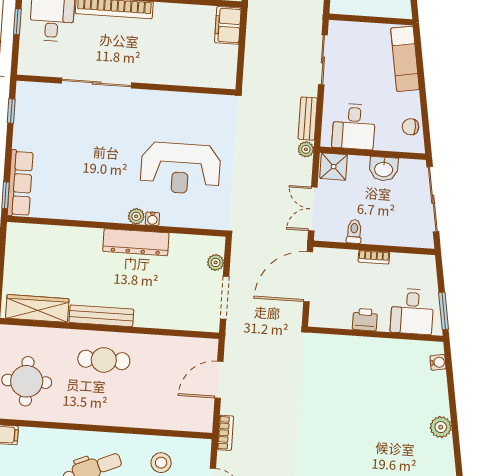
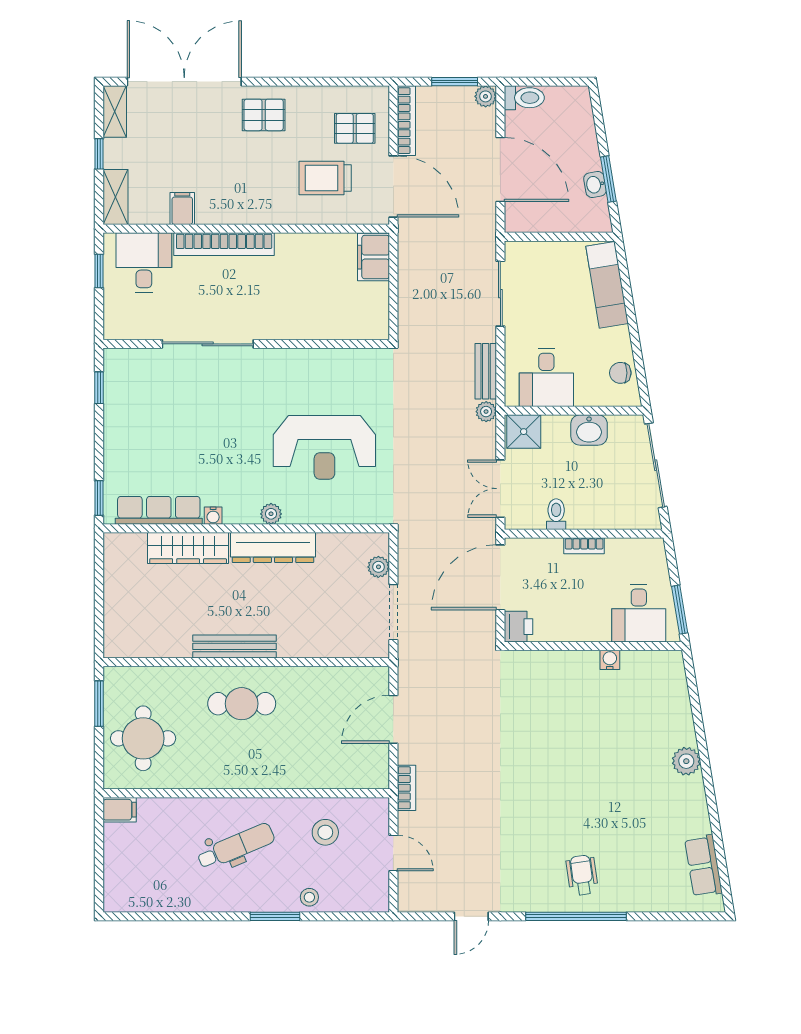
row of seats: (20, 183) -> (159, 510), moved, turned -90
water cooler: (152, 219) -> (213, 516), moved
wardrobe: (37, 308) -> (188, 548), moved, turned 180
printer: (365, 320) -> (518, 627), moved, turned 90
water cooler: (438, 362) -> (610, 660), moved, turned -81

